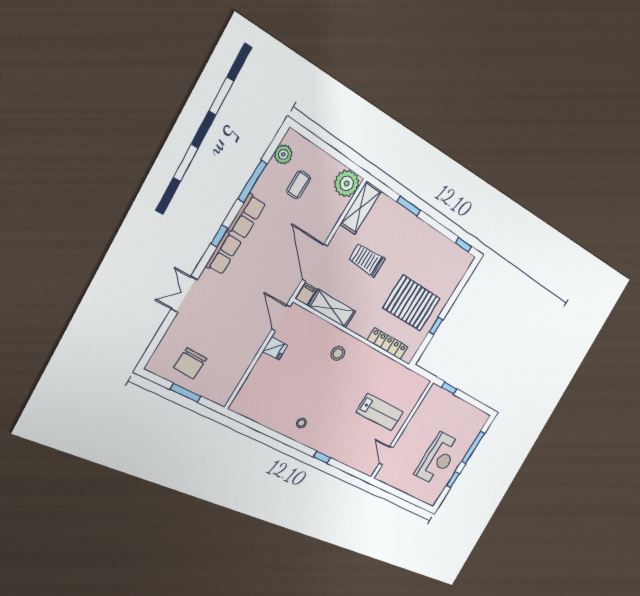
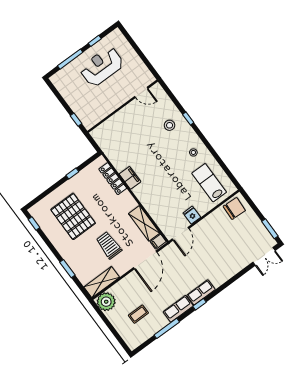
plant: (283, 154) -> (142, 336), removed
trolley: (367, 260) -> (109, 245), turned 180
double door: (184, 294) -> (264, 256), moved
pallet: (412, 303) -> (73, 216), moved
stool: (338, 353) -> (170, 125), moved
filing cabinet: (368, 355) -> (130, 178), added
chair: (190, 363) -> (234, 208), moved
window: (186, 393) -> (270, 229), moved
lab bench: (380, 412) -> (209, 183), moved
door: (386, 456) -> (141, 92), hinge flipped

